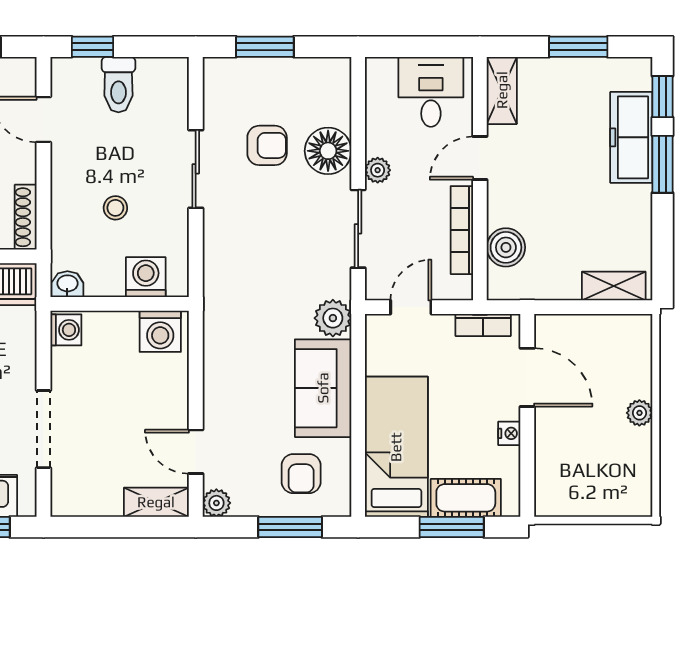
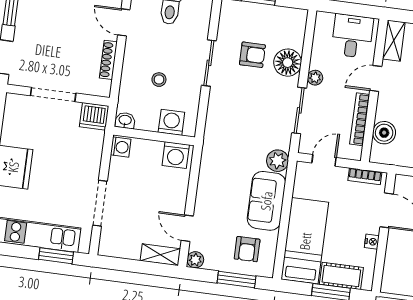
shoe rack: (26, 217) -> (108, 60), moved

